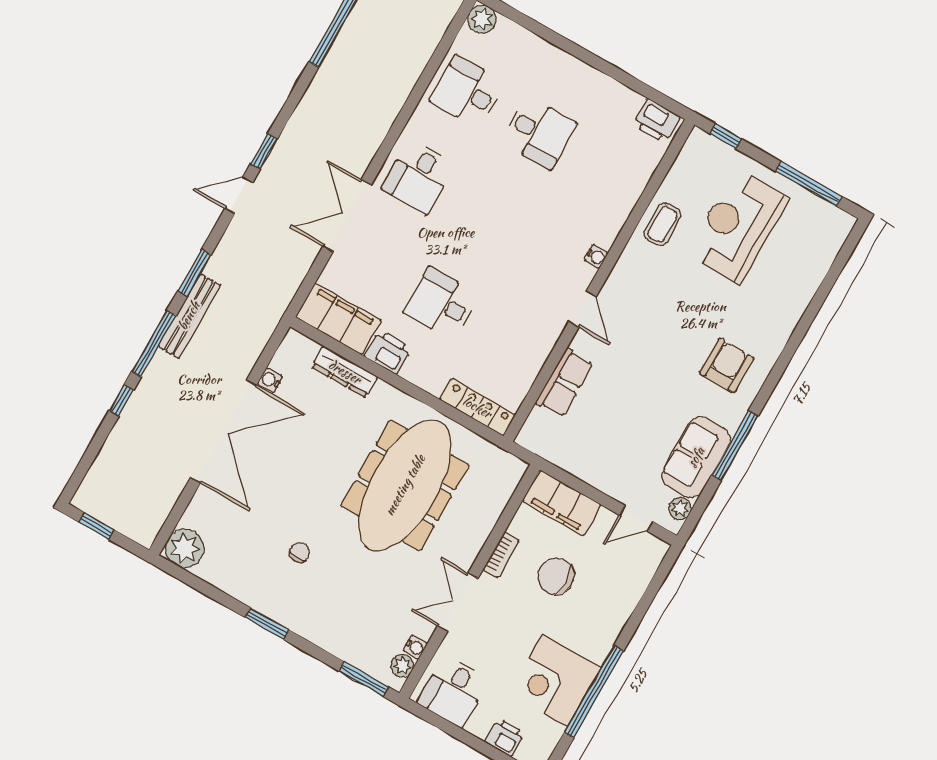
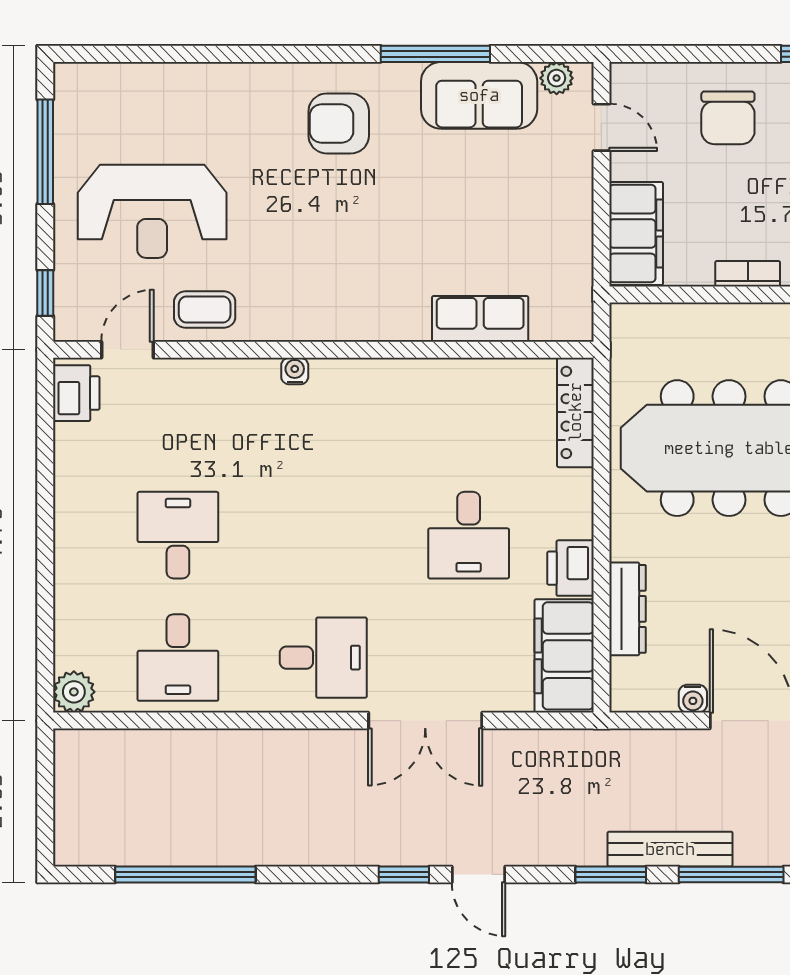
door: (582, 309) -> (127, 350), moved
chair: (556, 576) -> (728, 118), moved

